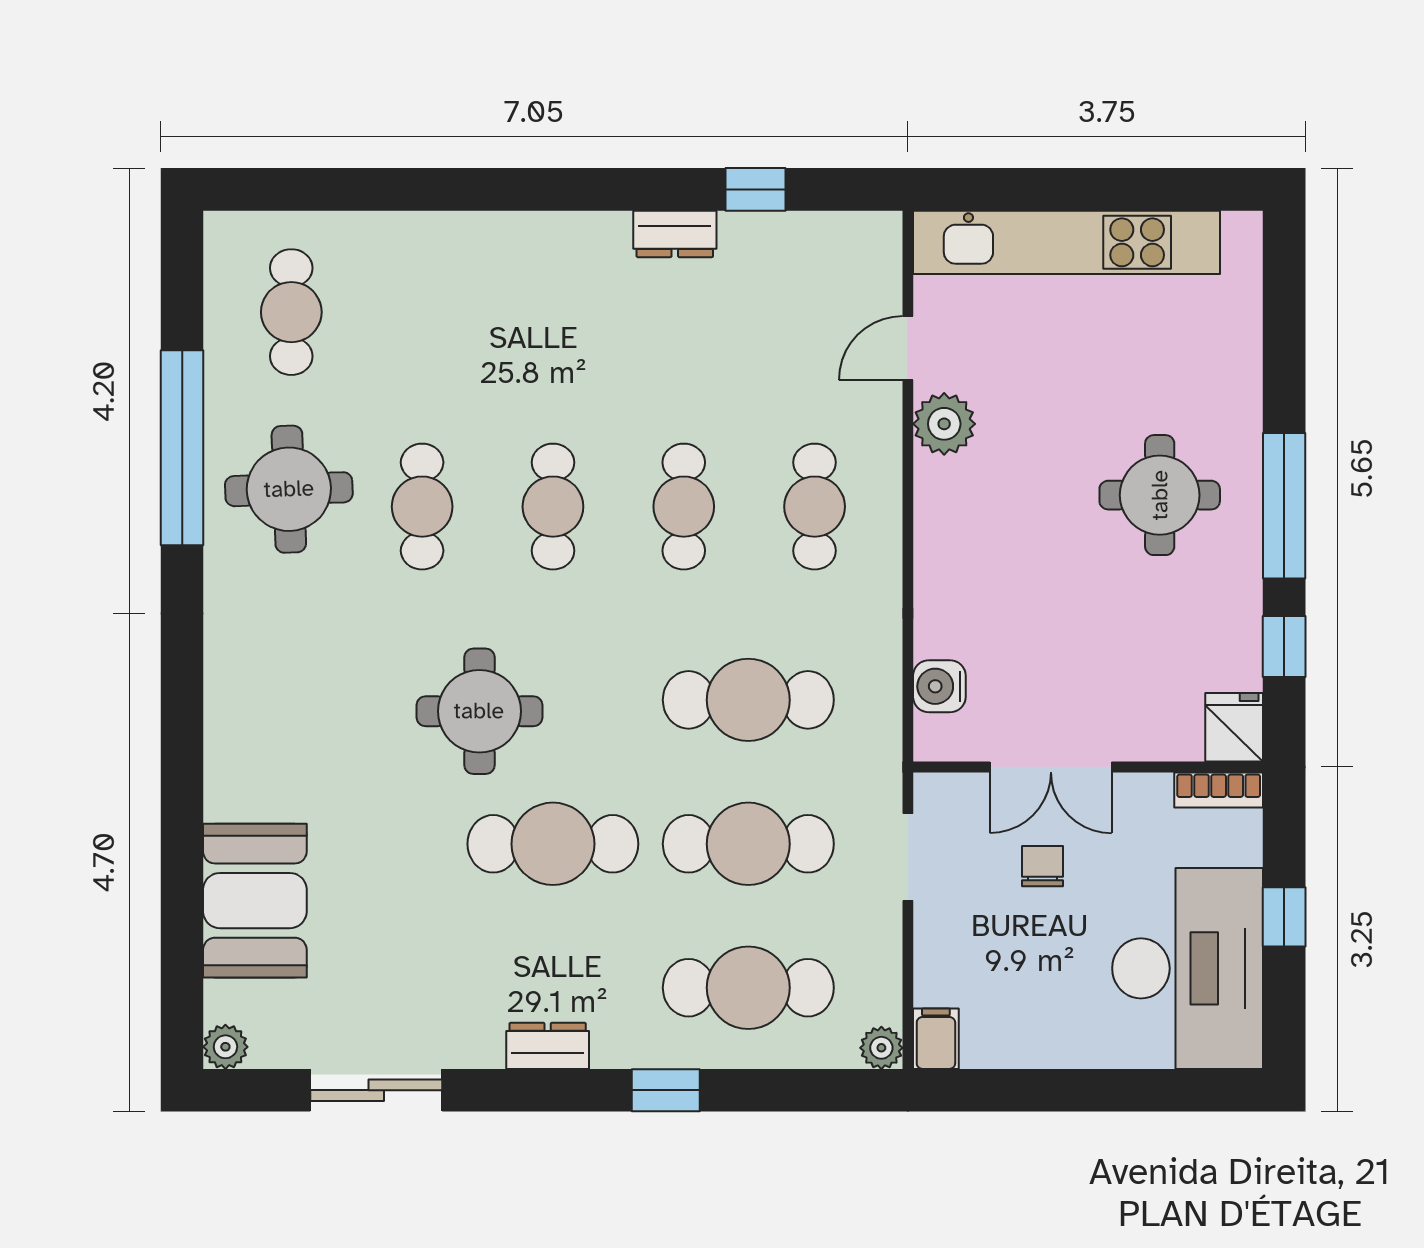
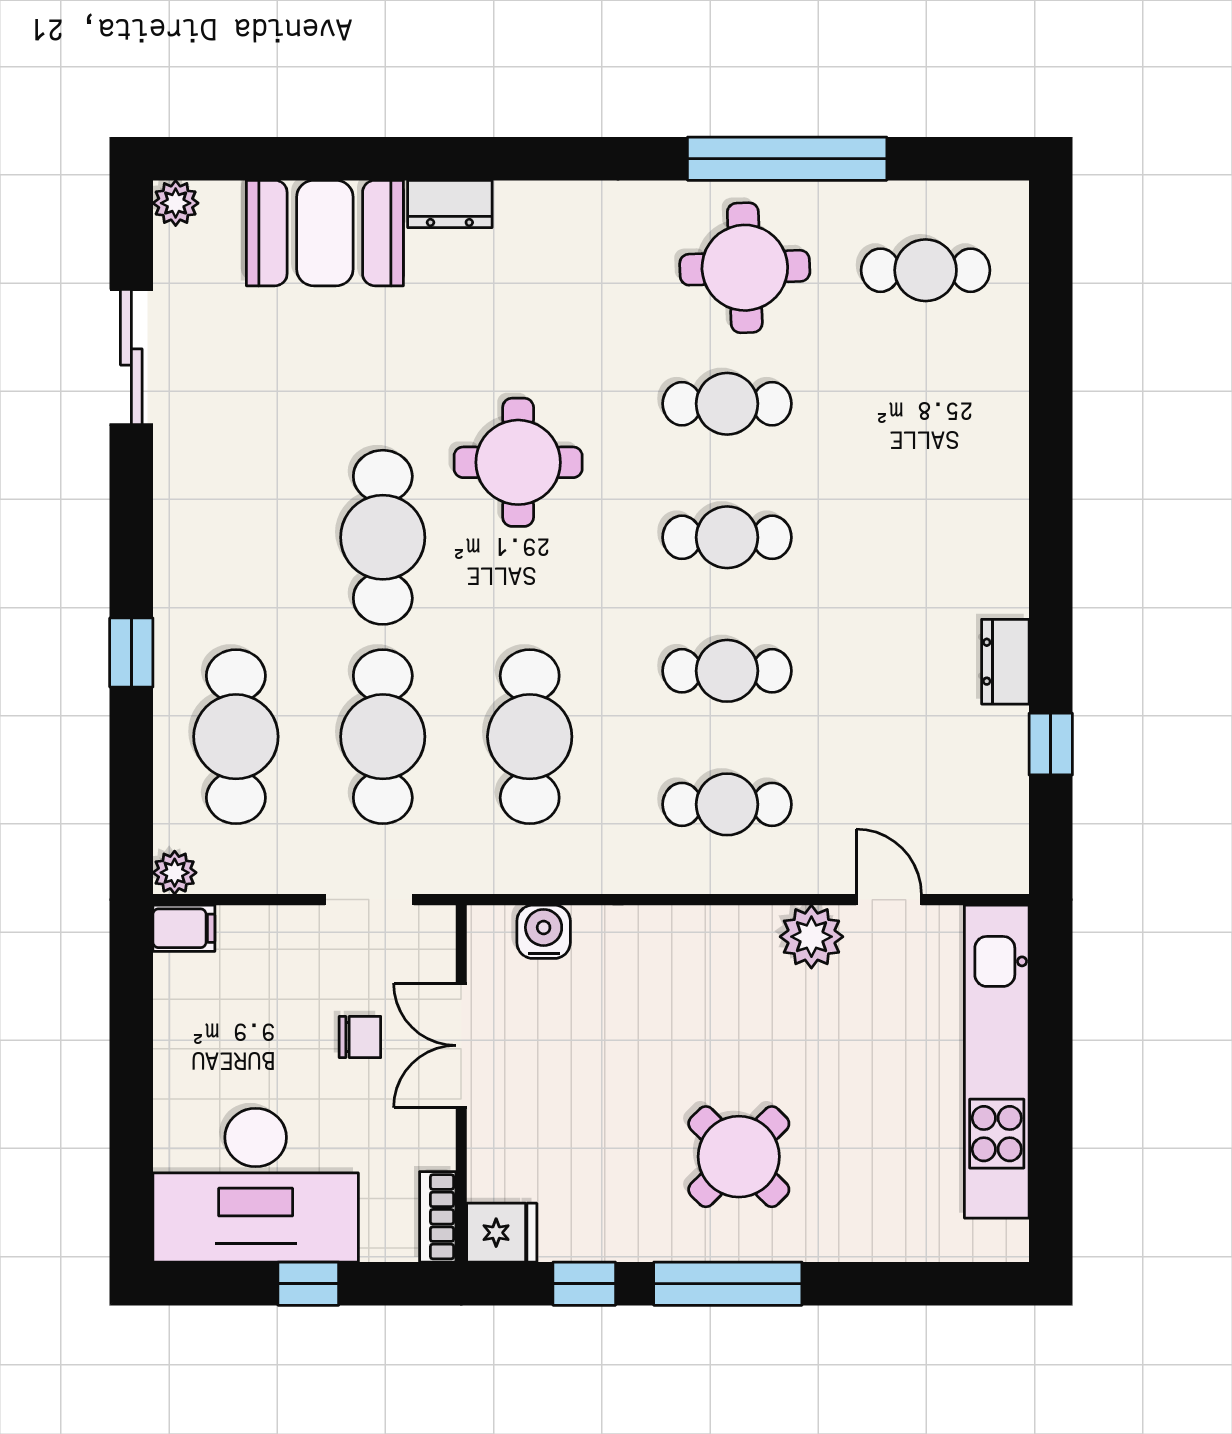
round table: (1160, 495) -> (739, 1157), turned 45
dresser: (548, 1046) -> (450, 204), moved, turned 90

